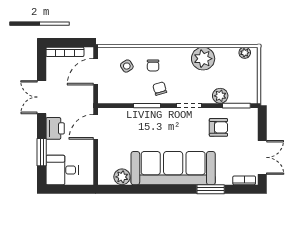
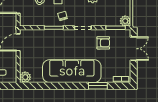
plant: (220, 96) -> (125, 21), moved
double door: (262, 157) -> (134, 49), moved
plant: (122, 177) -> (25, 77), moved

